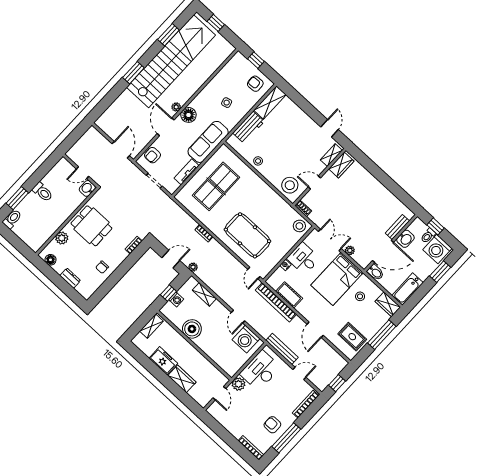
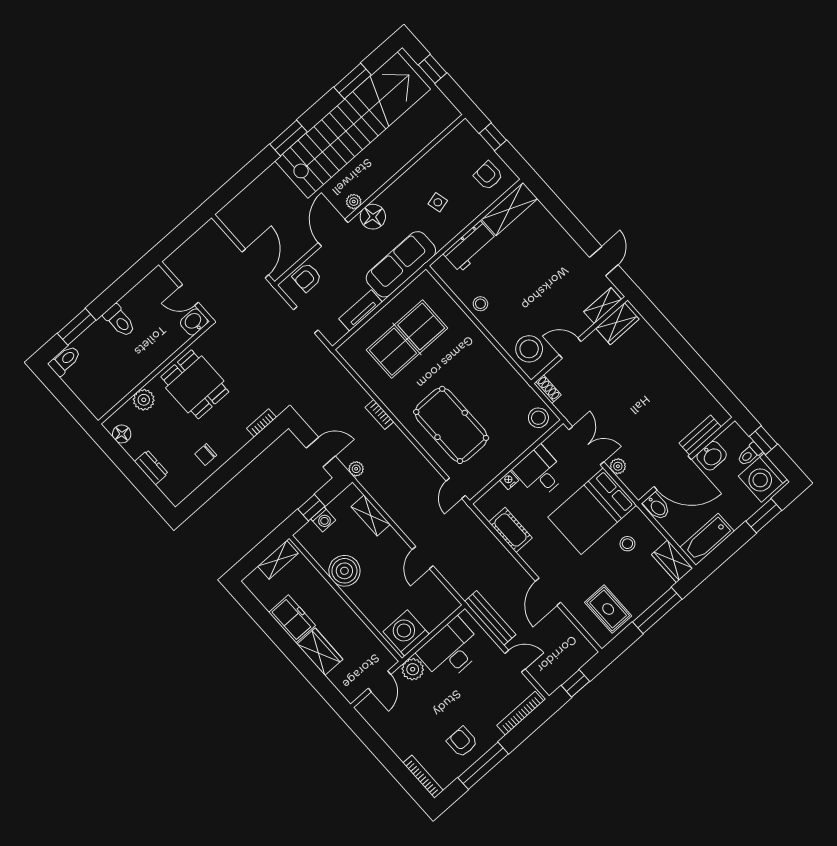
bookcase: (276, 302) -> (487, 540), removed
washing machine: (246, 339) -> (406, 633), moved, turned 90

